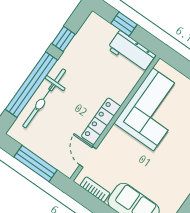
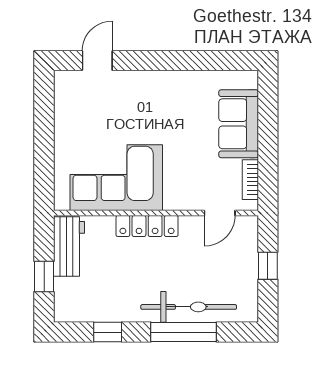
window: (31, 85) -> (183, 332), width x0.68
locker: (101, 121) -> (147, 226), moved
window: (36, 164) -> (268, 266), width x0.46

